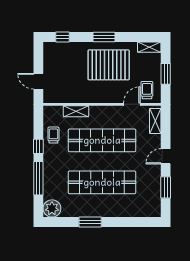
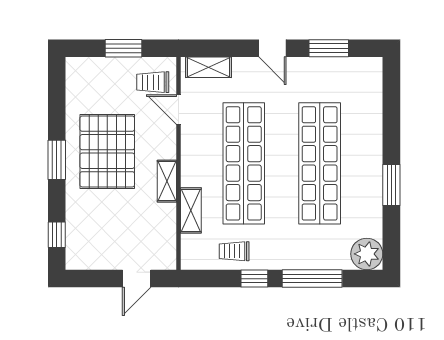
shelving: (149, 47) -> (167, 181), moved

